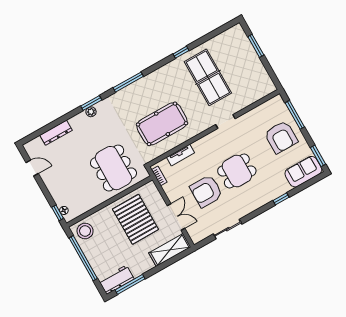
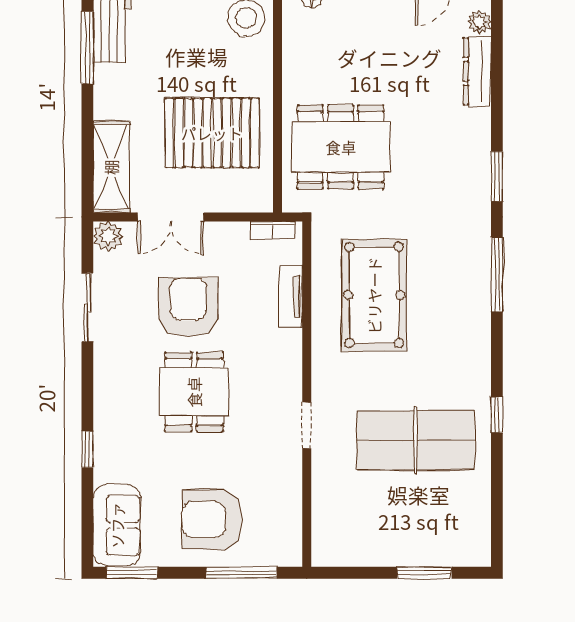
plant: (91, 112) -> (479, 22), moved
plant: (197, 236) -> (108, 236), added

